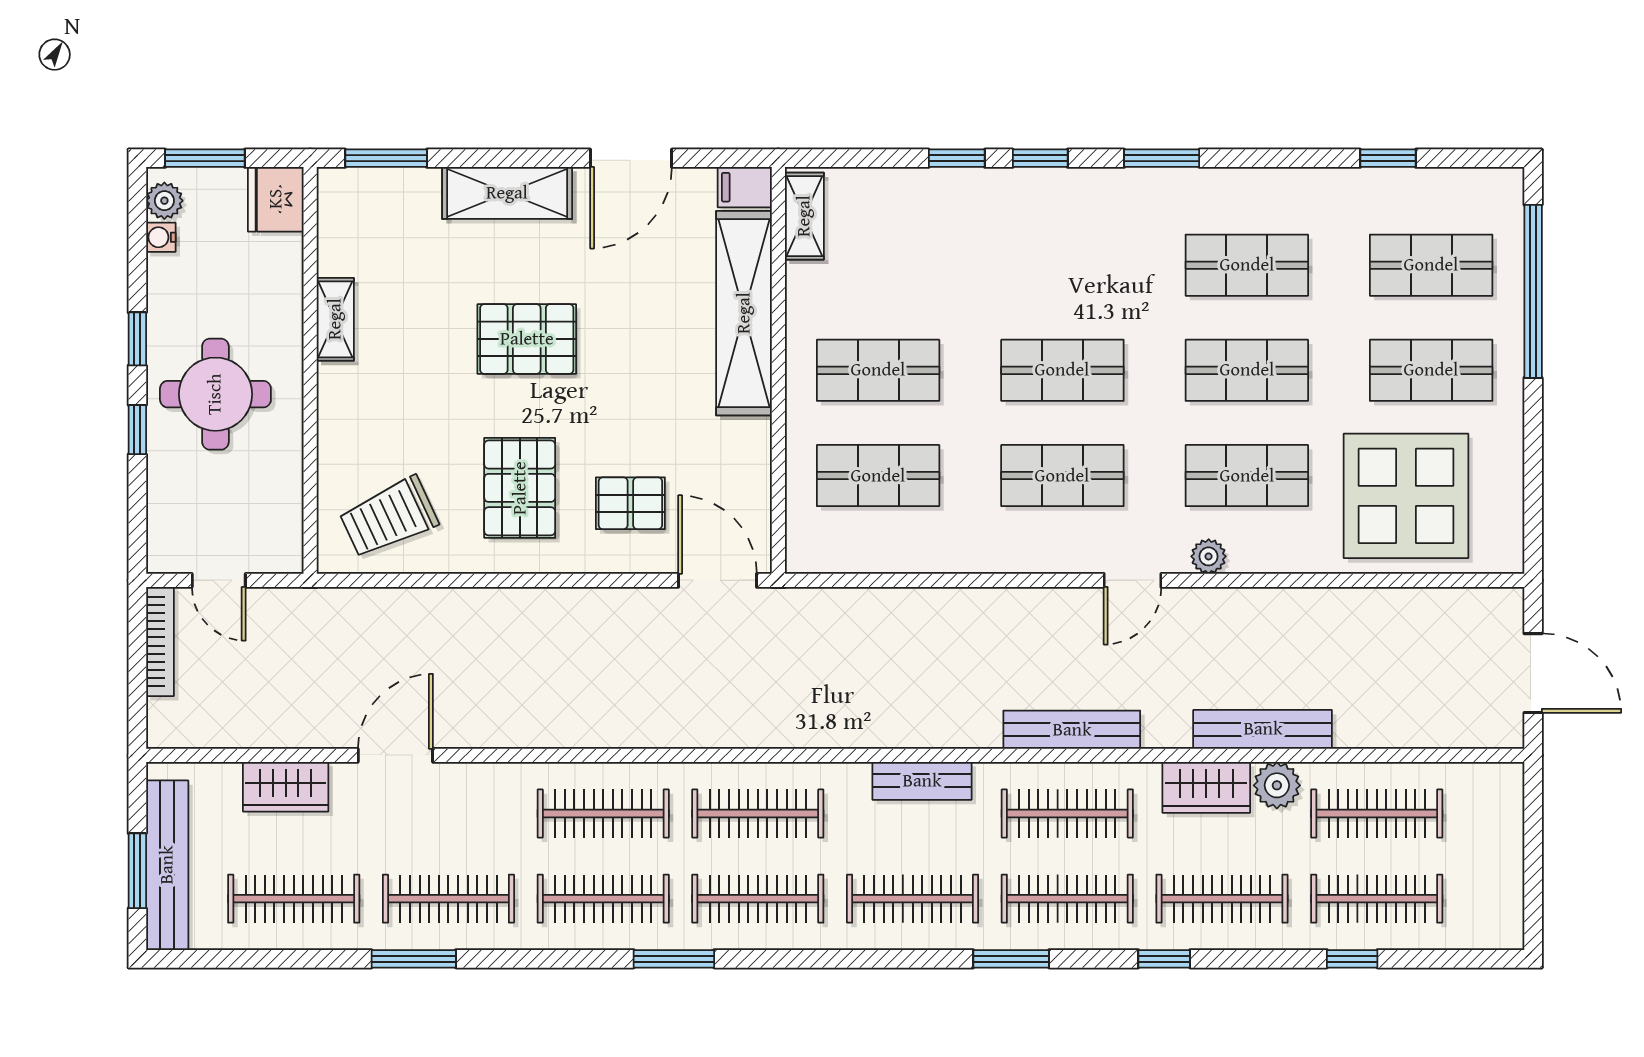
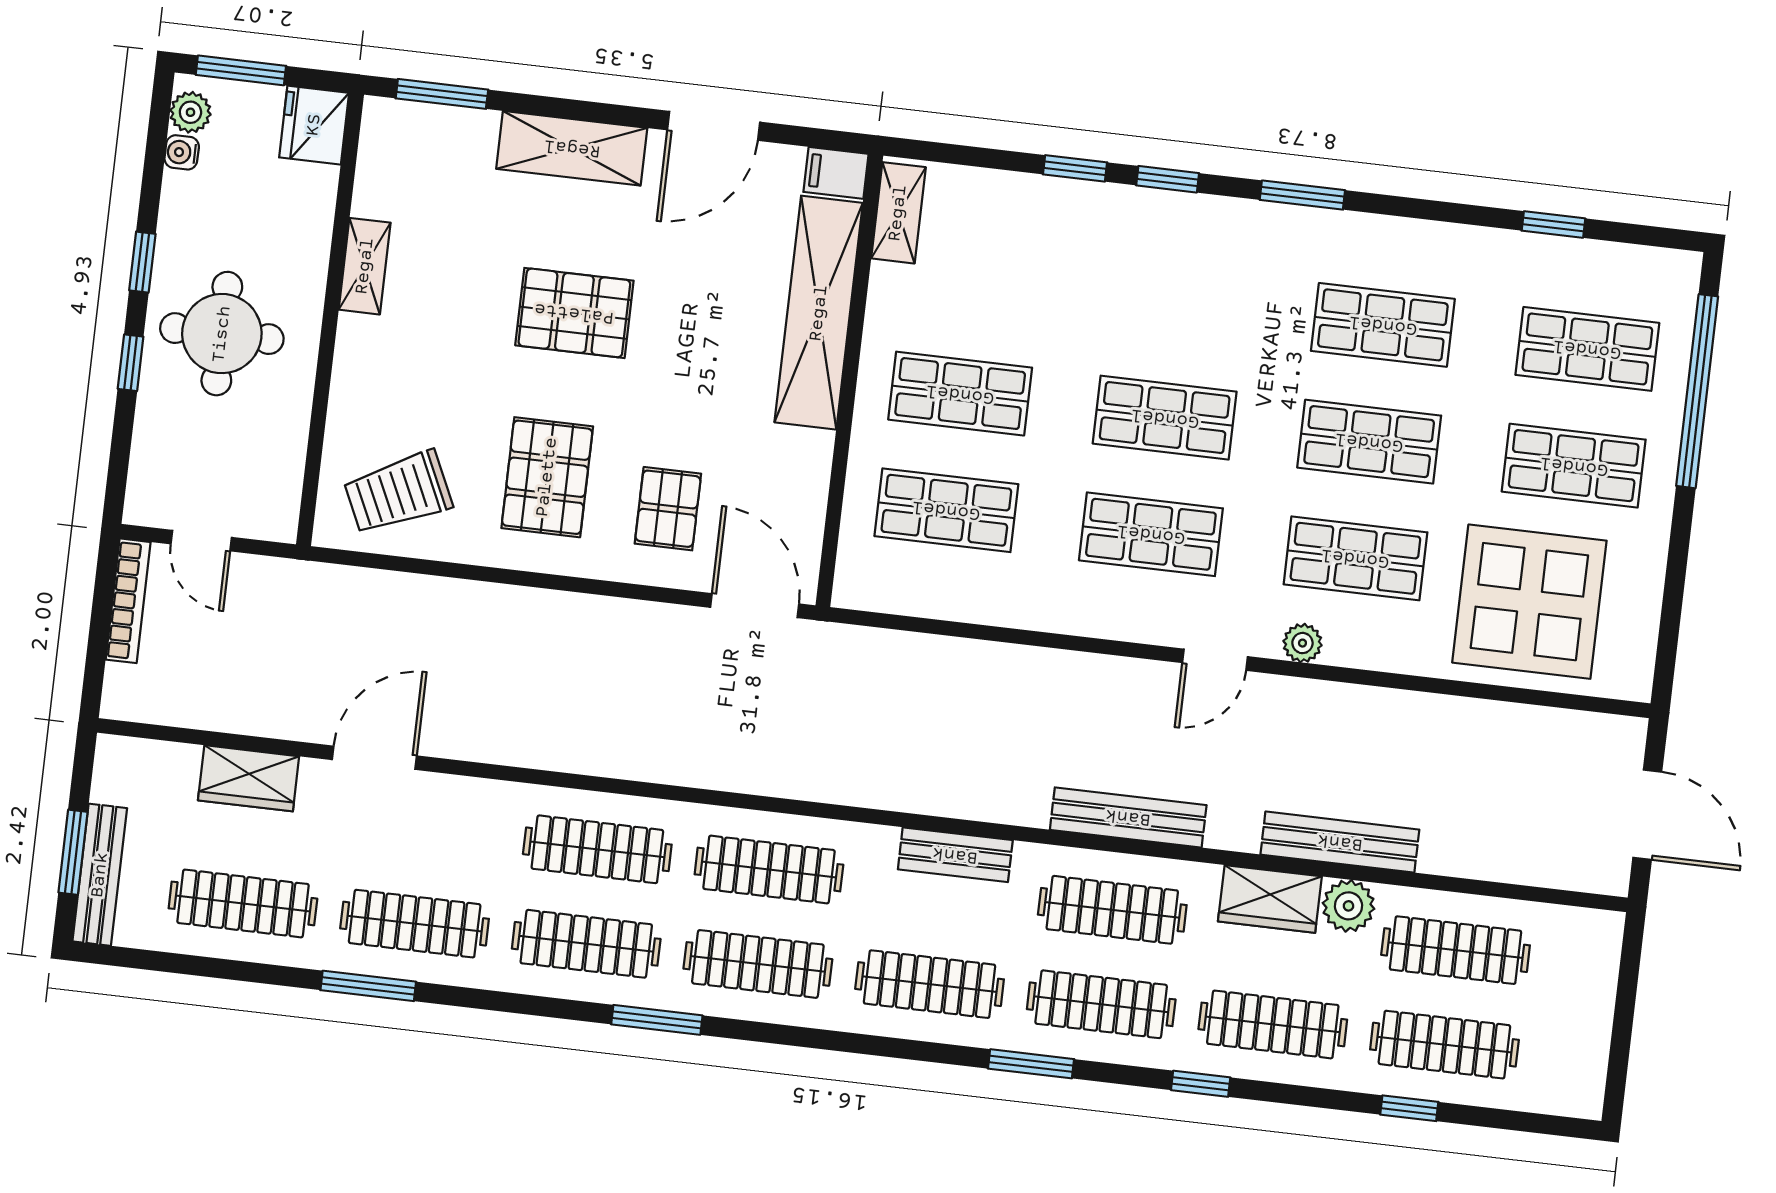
pallet: (630, 503) -> (668, 509), turned 90
bench: (167, 865) -> (100, 875), width x0.73, depth x0.82

